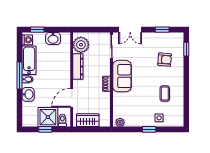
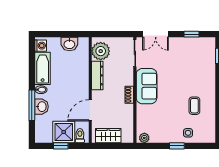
window: (37, 30) -> (52, 34), removed
armchair: (165, 60) -> (194, 68), removed
window: (20, 75) -> (32, 105), moved

